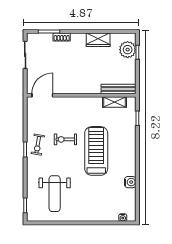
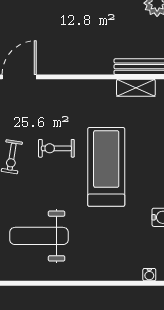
weight bench: (55, 194) -> (39, 236), turned 90

